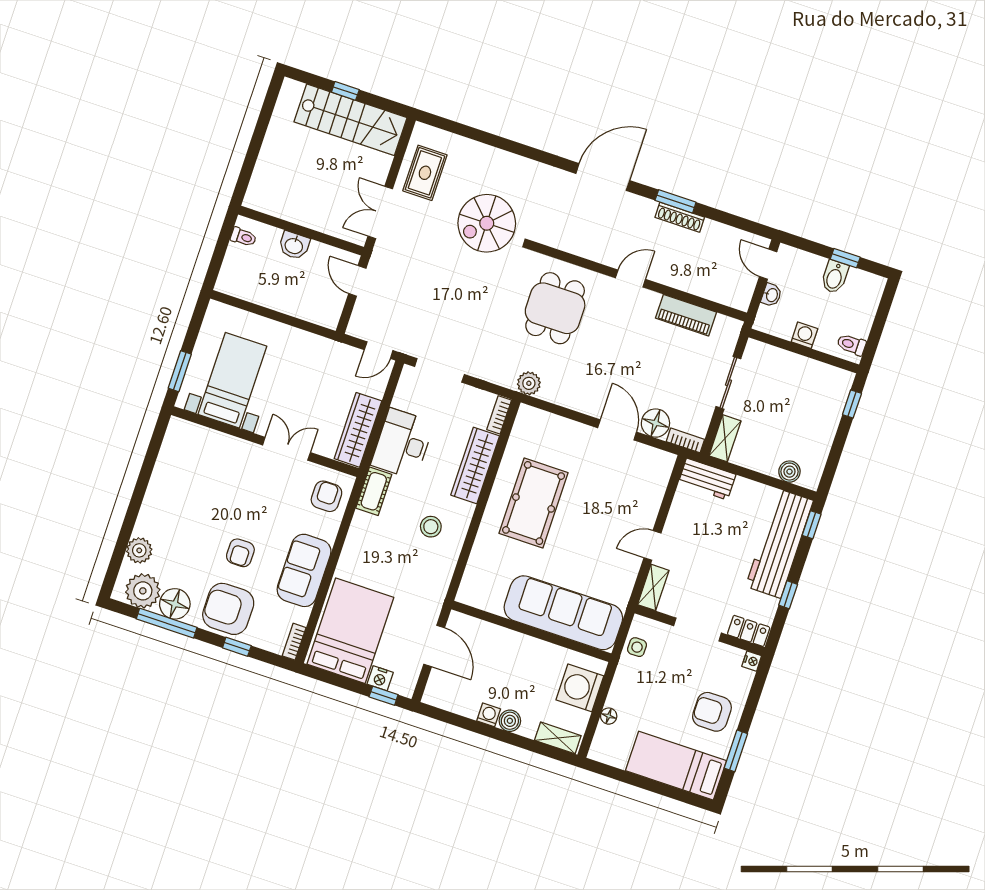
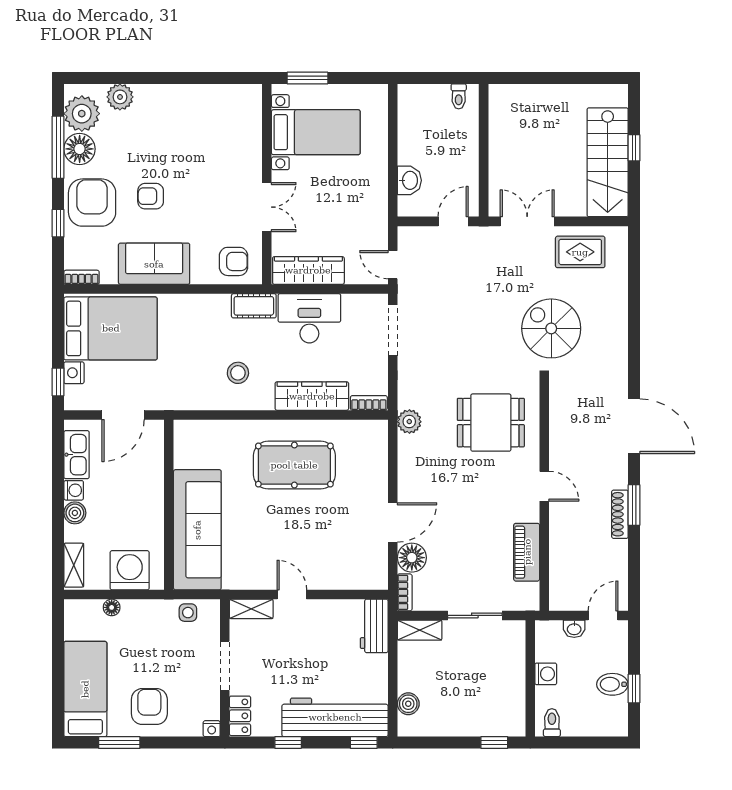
washbasin: (294, 245) -> (409, 180), moved, turned 180
kitchen sink: (457, 701) -> (77, 455), added

